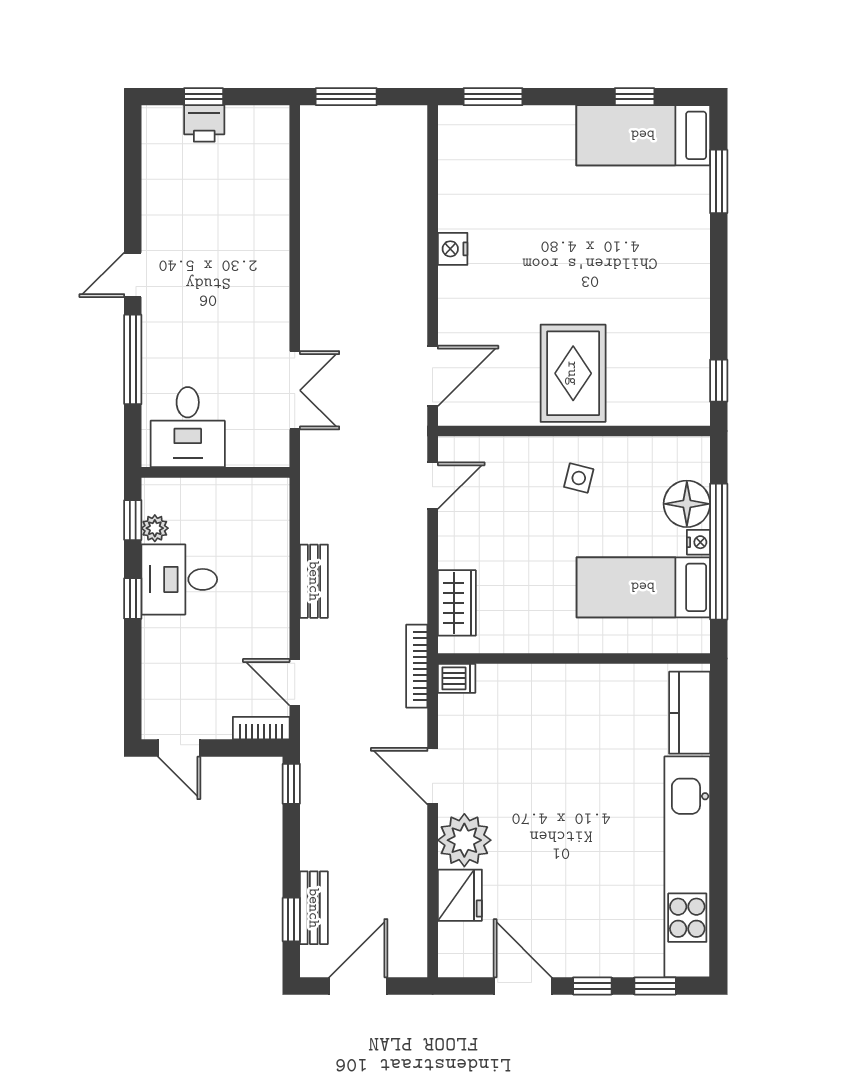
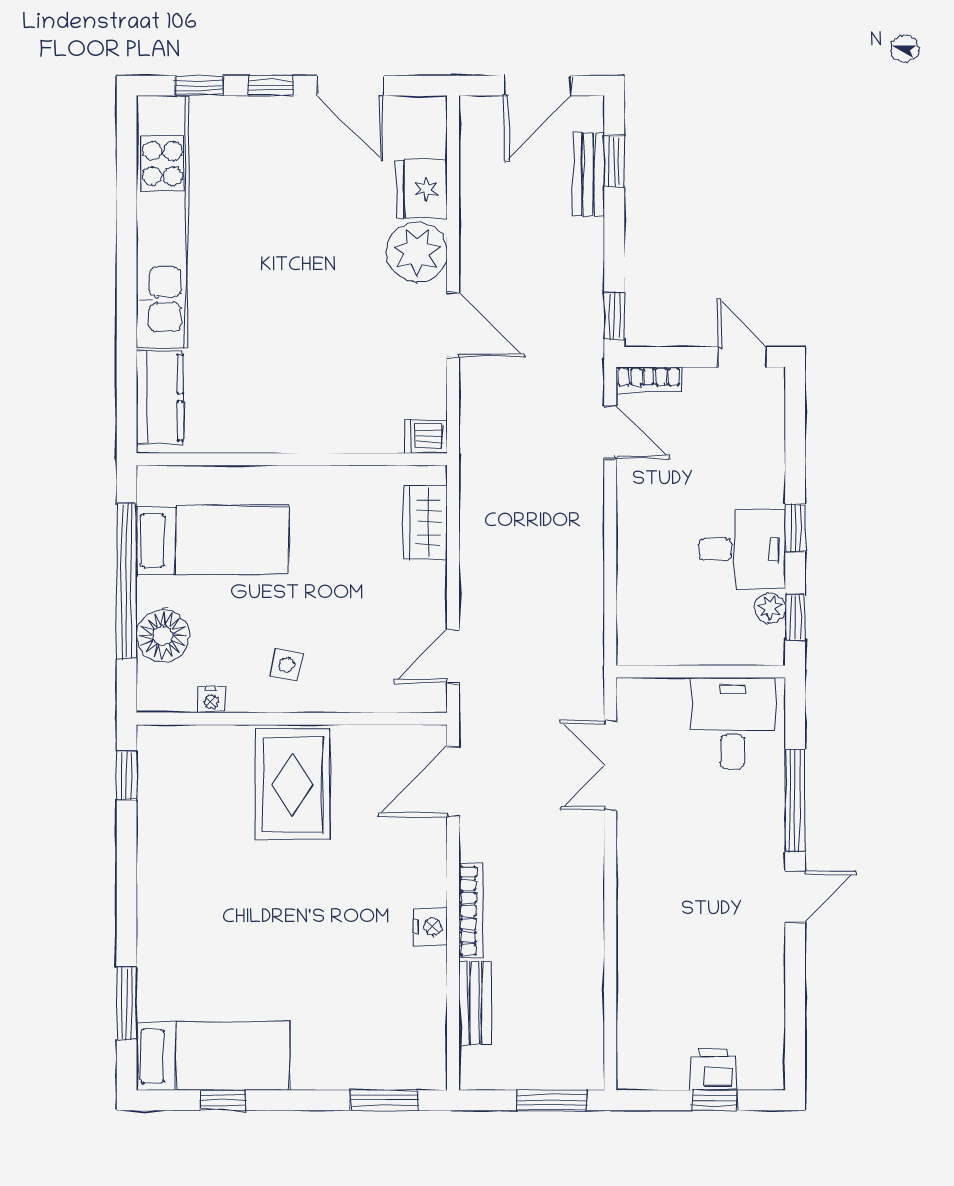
nightstand: (698, 542) -> (211, 700), moved, turned -90
bench: (314, 581) -> (475, 1003), moved
bookcase: (417, 666) -> (471, 911), moved

